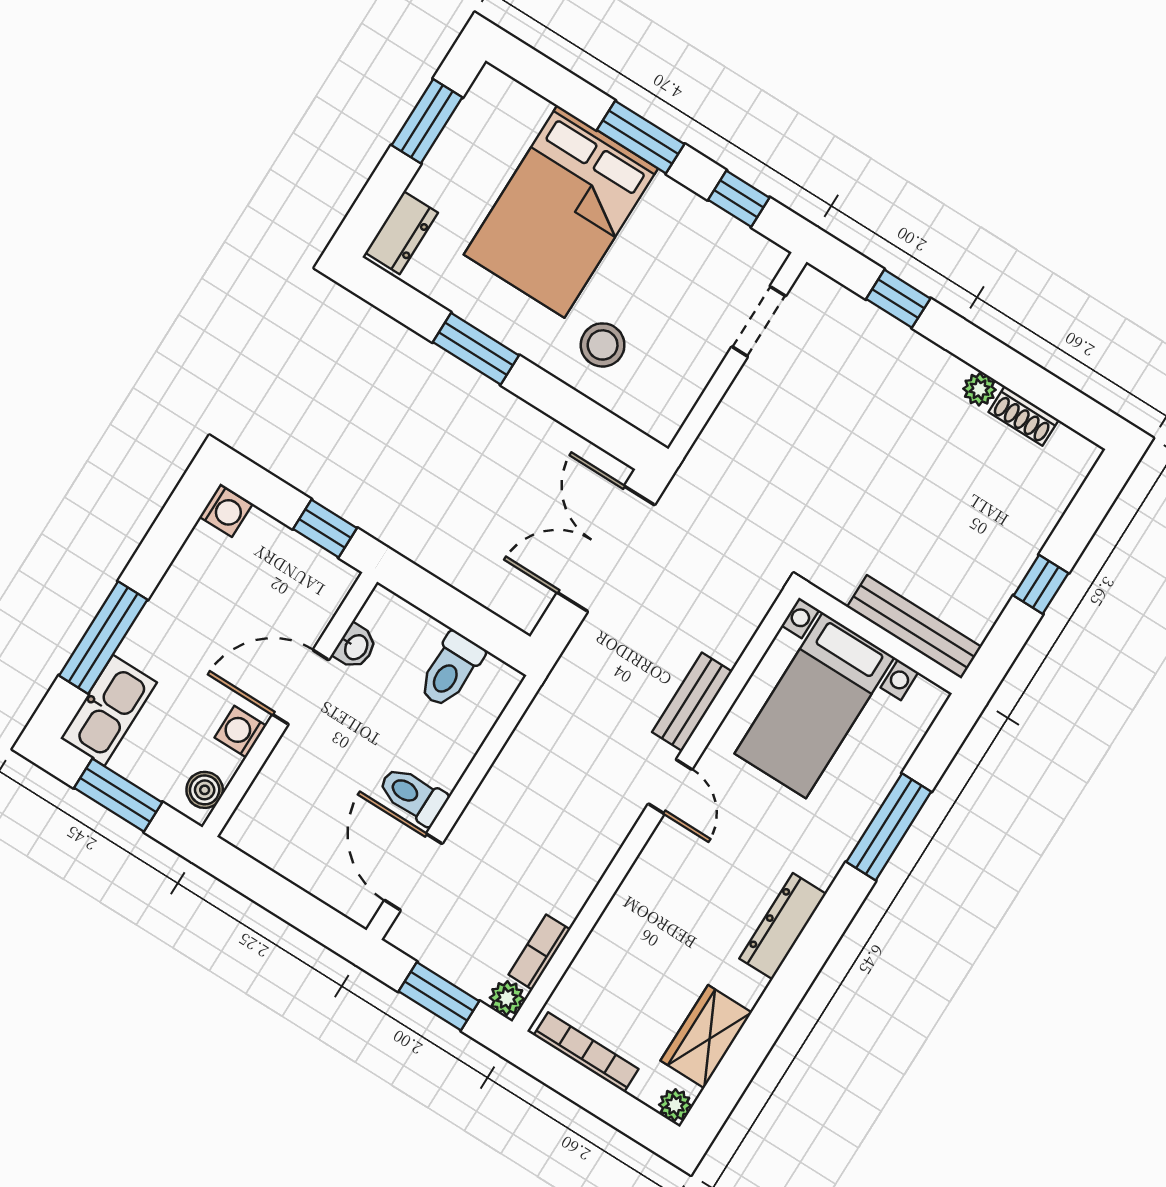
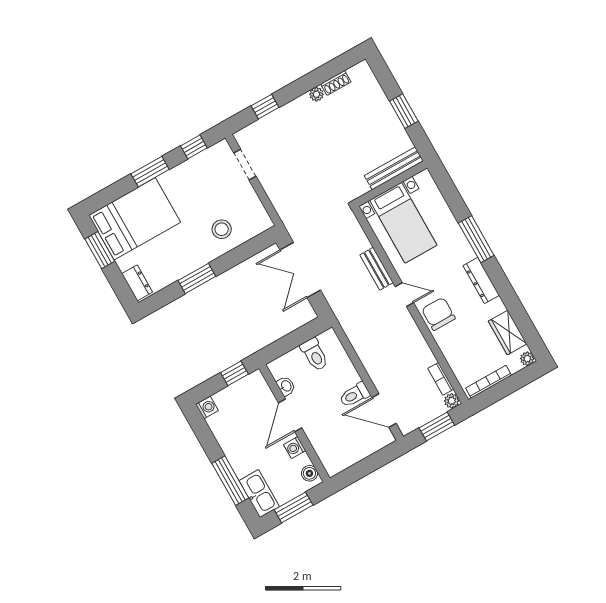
bed: (561, 212) -> (135, 219), moved, turned -90
window: (1041, 584) -> (404, 111), width x1.50
window: (889, 827) -> (476, 239), moved
chair: (669, 876) -> (438, 314), added

